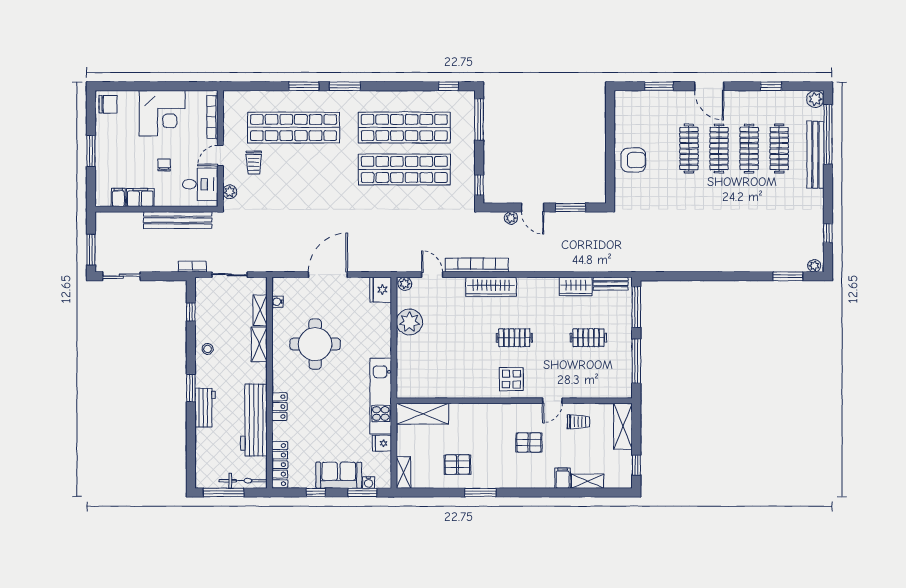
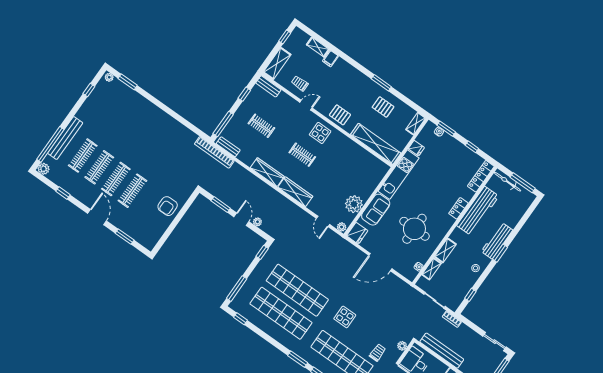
armchair: (633, 160) -> (168, 206), turned -90
display table: (324, 178) -> (345, 317), added
bookcase: (477, 265) -> (214, 152), moved
wardrobe: (576, 286) -> (267, 172), moved, width x1.50
window: (636, 361) -> (244, 94), width x0.46
bench: (614, 391) -> (268, 86), added
workbench: (205, 408) -> (497, 241), width x1.38
shelving: (423, 414) -> (376, 144), width x1.47
pallet: (529, 442) -> (340, 115), moved
sofa: (339, 475) -> (376, 210), moved, turned -90

